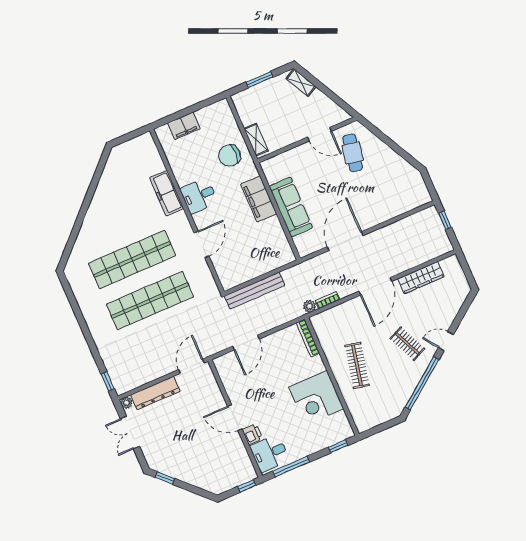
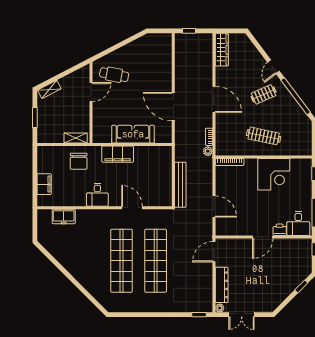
freezer: (167, 193) -> (64, 216), moved, width x0.71
wardrobe: (421, 278) -> (222, 50), moved
door: (191, 366) -> (214, 252), hinge flipped
window: (165, 478) -> (301, 286), moved

